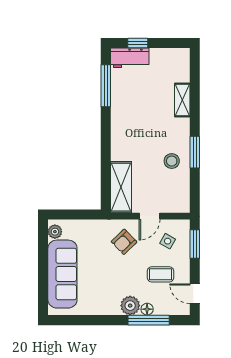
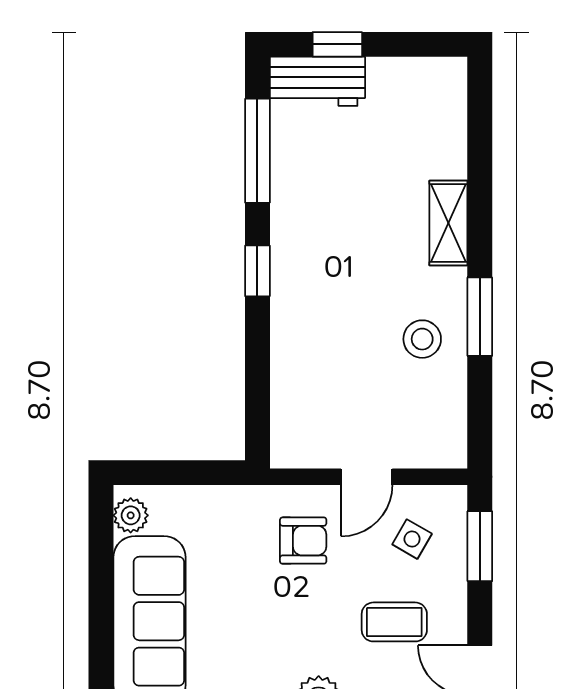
shelving: (182, 100) -> (448, 223), moved
window: (106, 134) -> (257, 271), added
shelving: (121, 187) -> (296, 404), removed
armchair: (124, 242) -> (303, 541), turned -136

